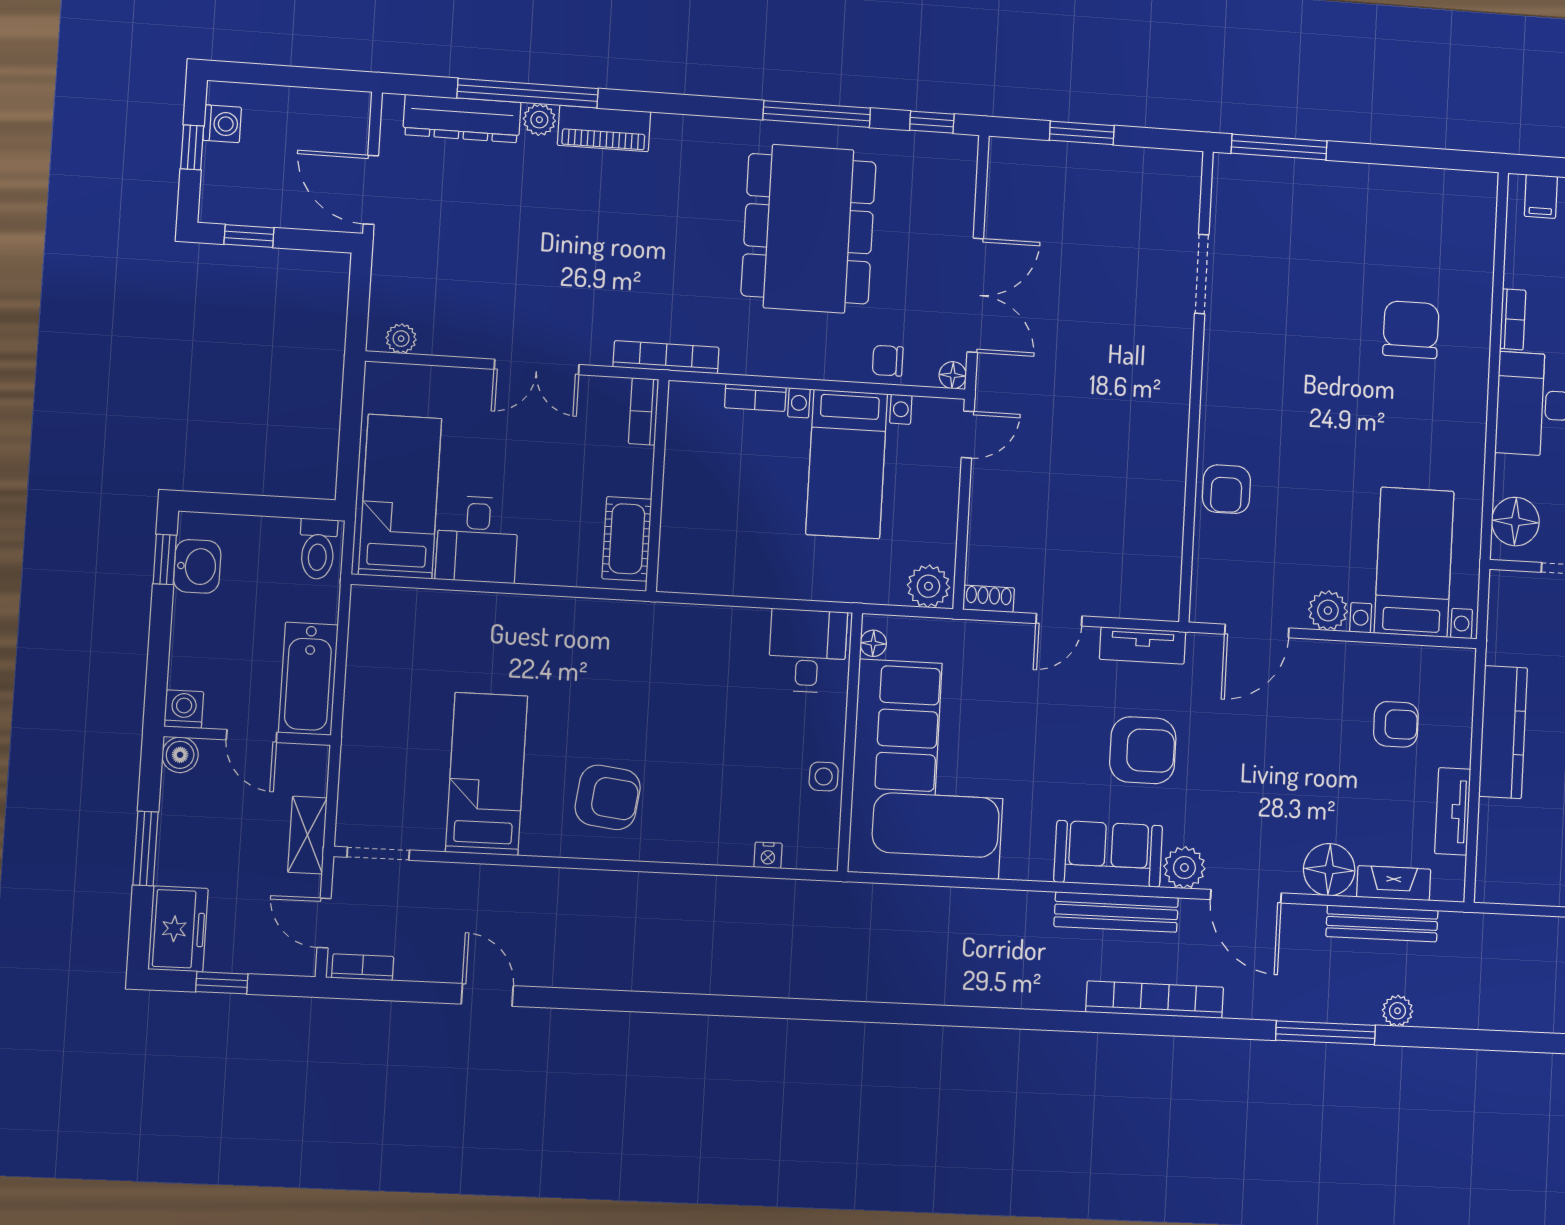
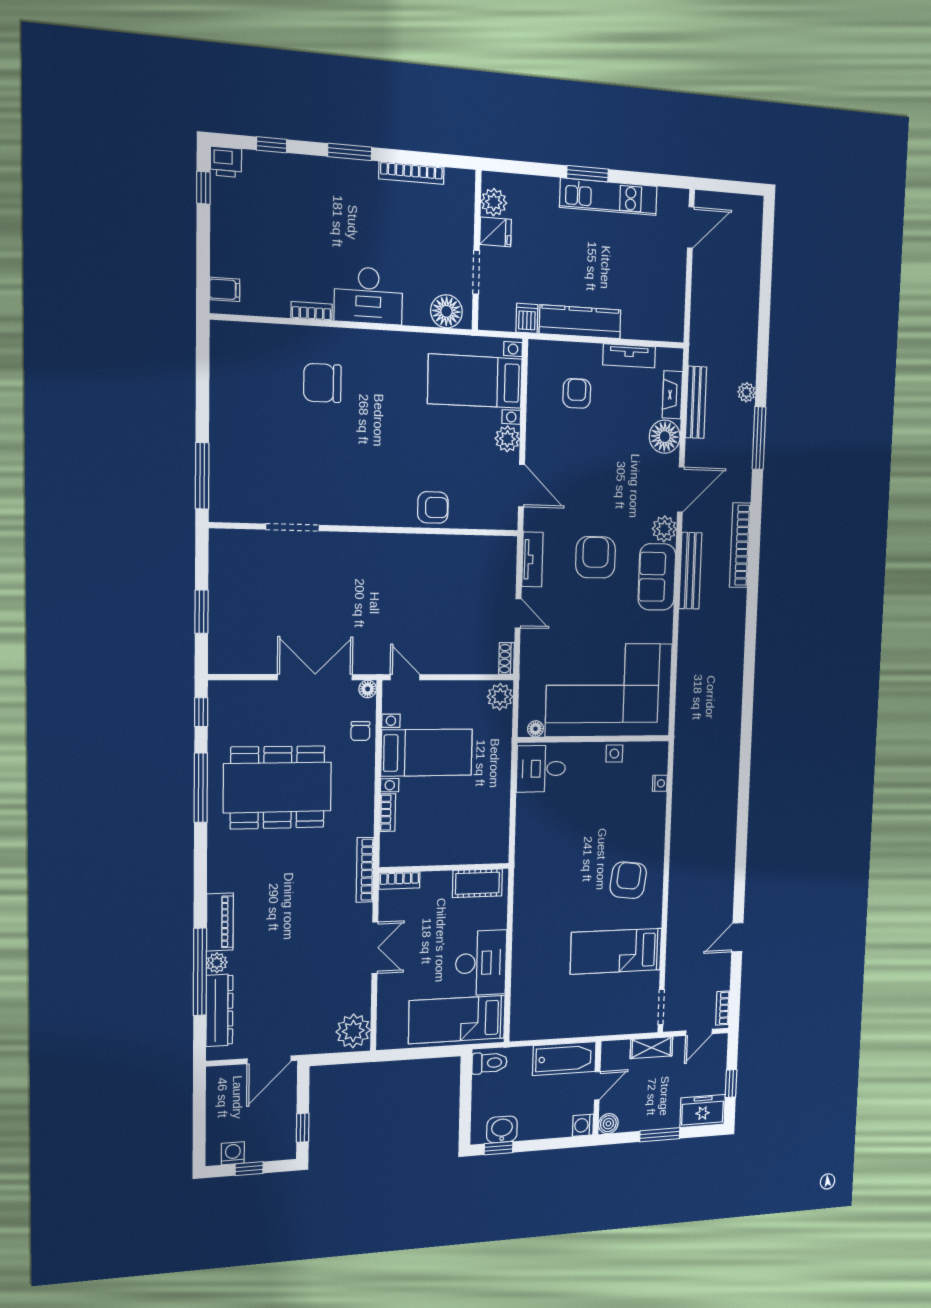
plant: (401, 339) -> (353, 1031), width x1.88, depth x1.88
desk: (477, 539) -> (481, 963), width x1.37
dishwasher: (1507, 647) -> (527, 318), added

